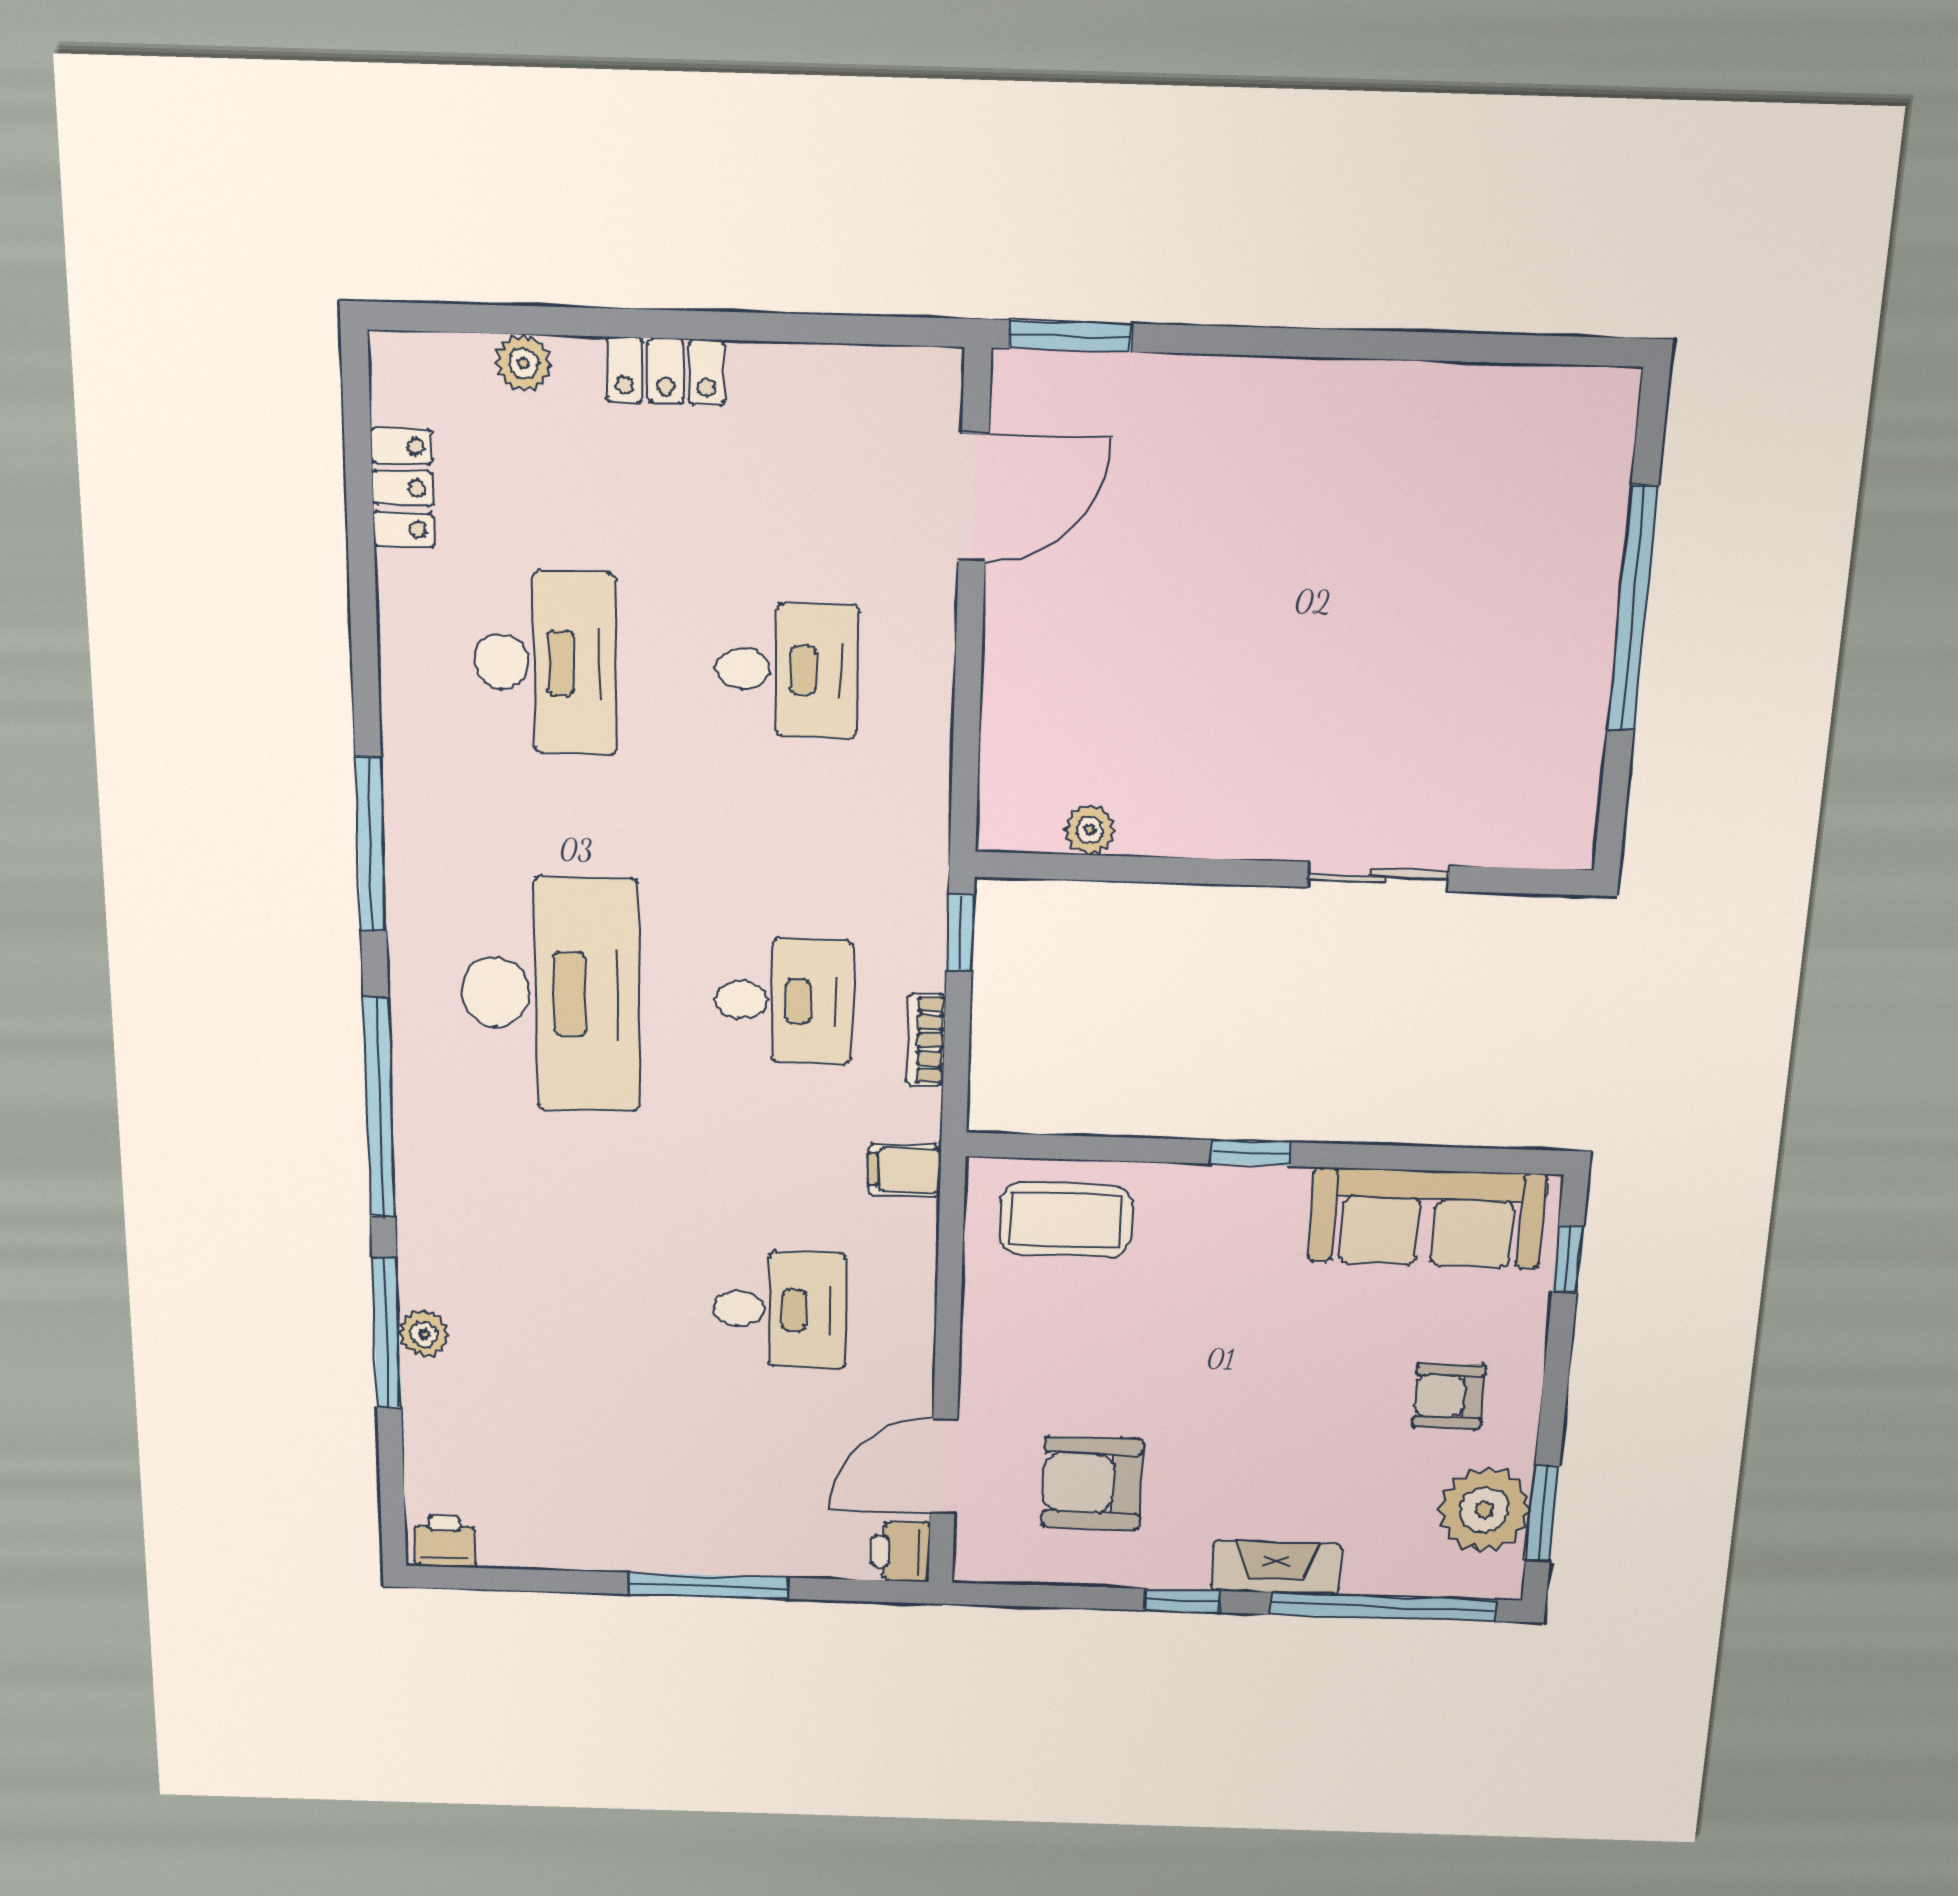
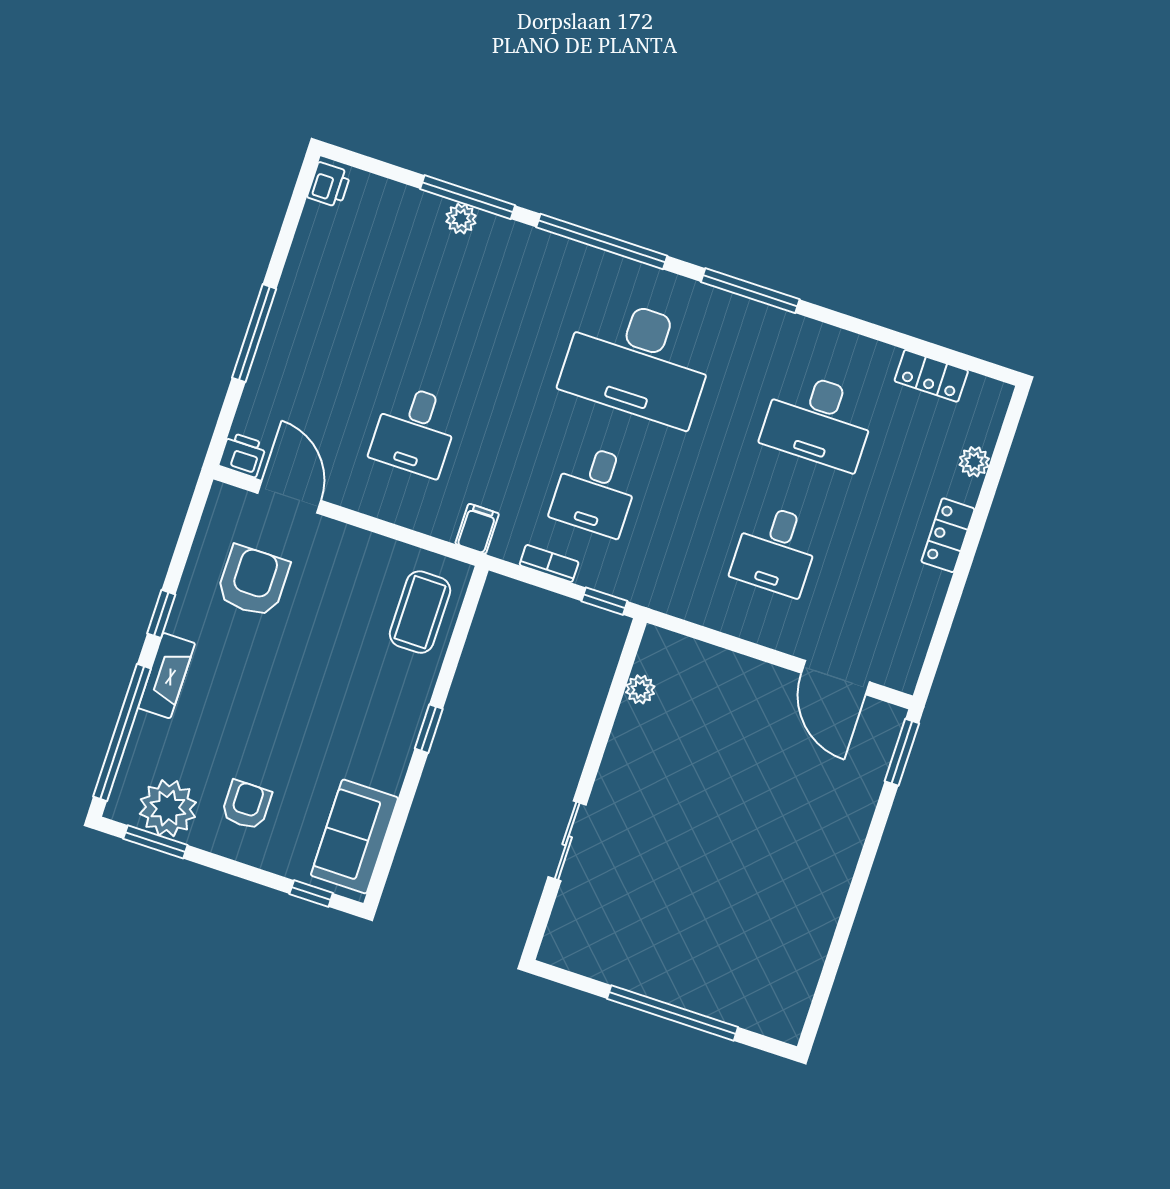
sofa: (1427, 1218) -> (354, 836), width x0.73

